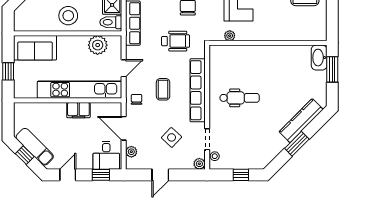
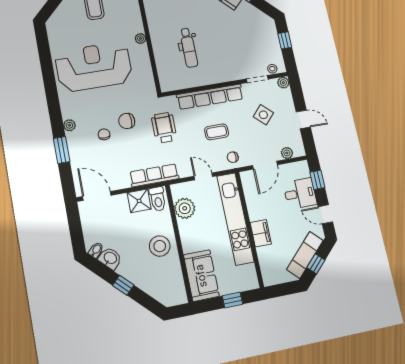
plant: (230, 36) -> (140, 39), moved
dental chair: (240, 98) -> (189, 48), moved, turned 180
filing cabinet: (78, 110) -> (261, 233), moved
desk: (106, 155) -> (300, 193), moved

